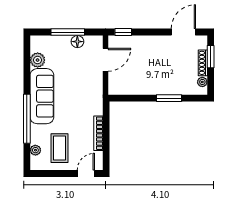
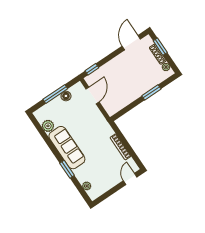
window: (27, 119) -> (67, 169), width x0.47
coffee table: (60, 148) -> (102, 174), removed

